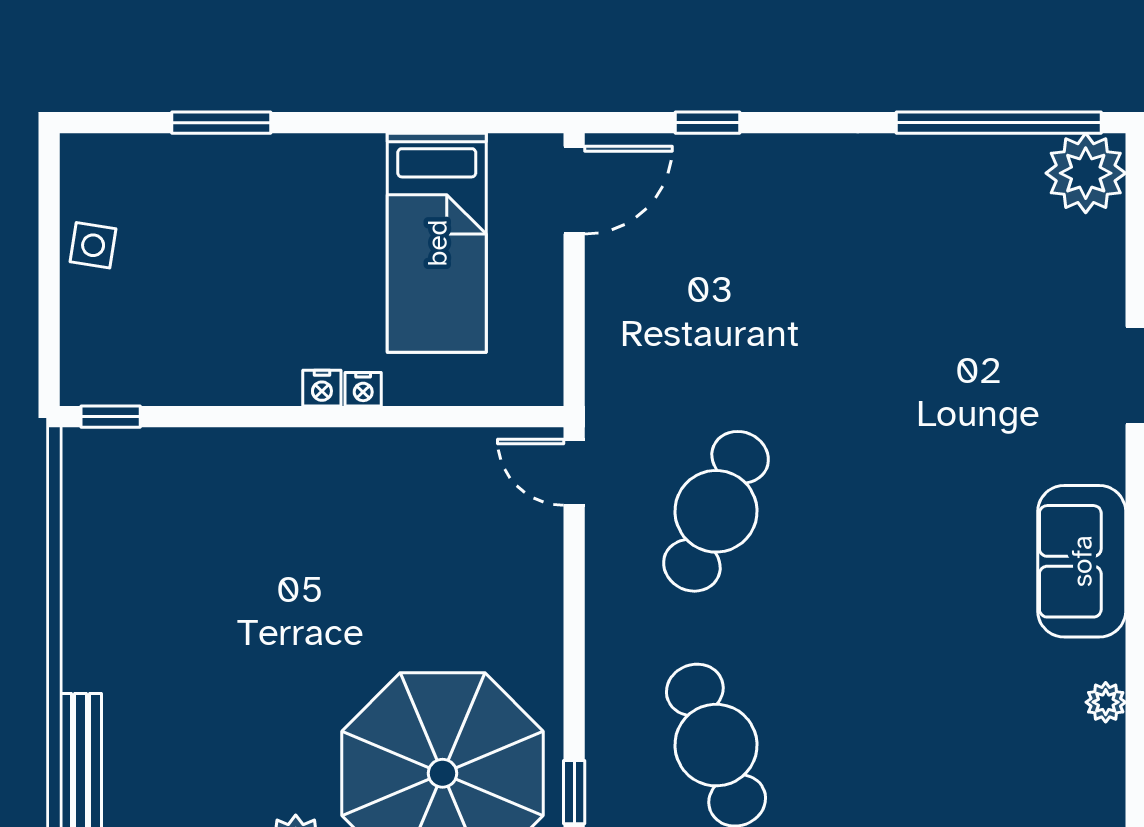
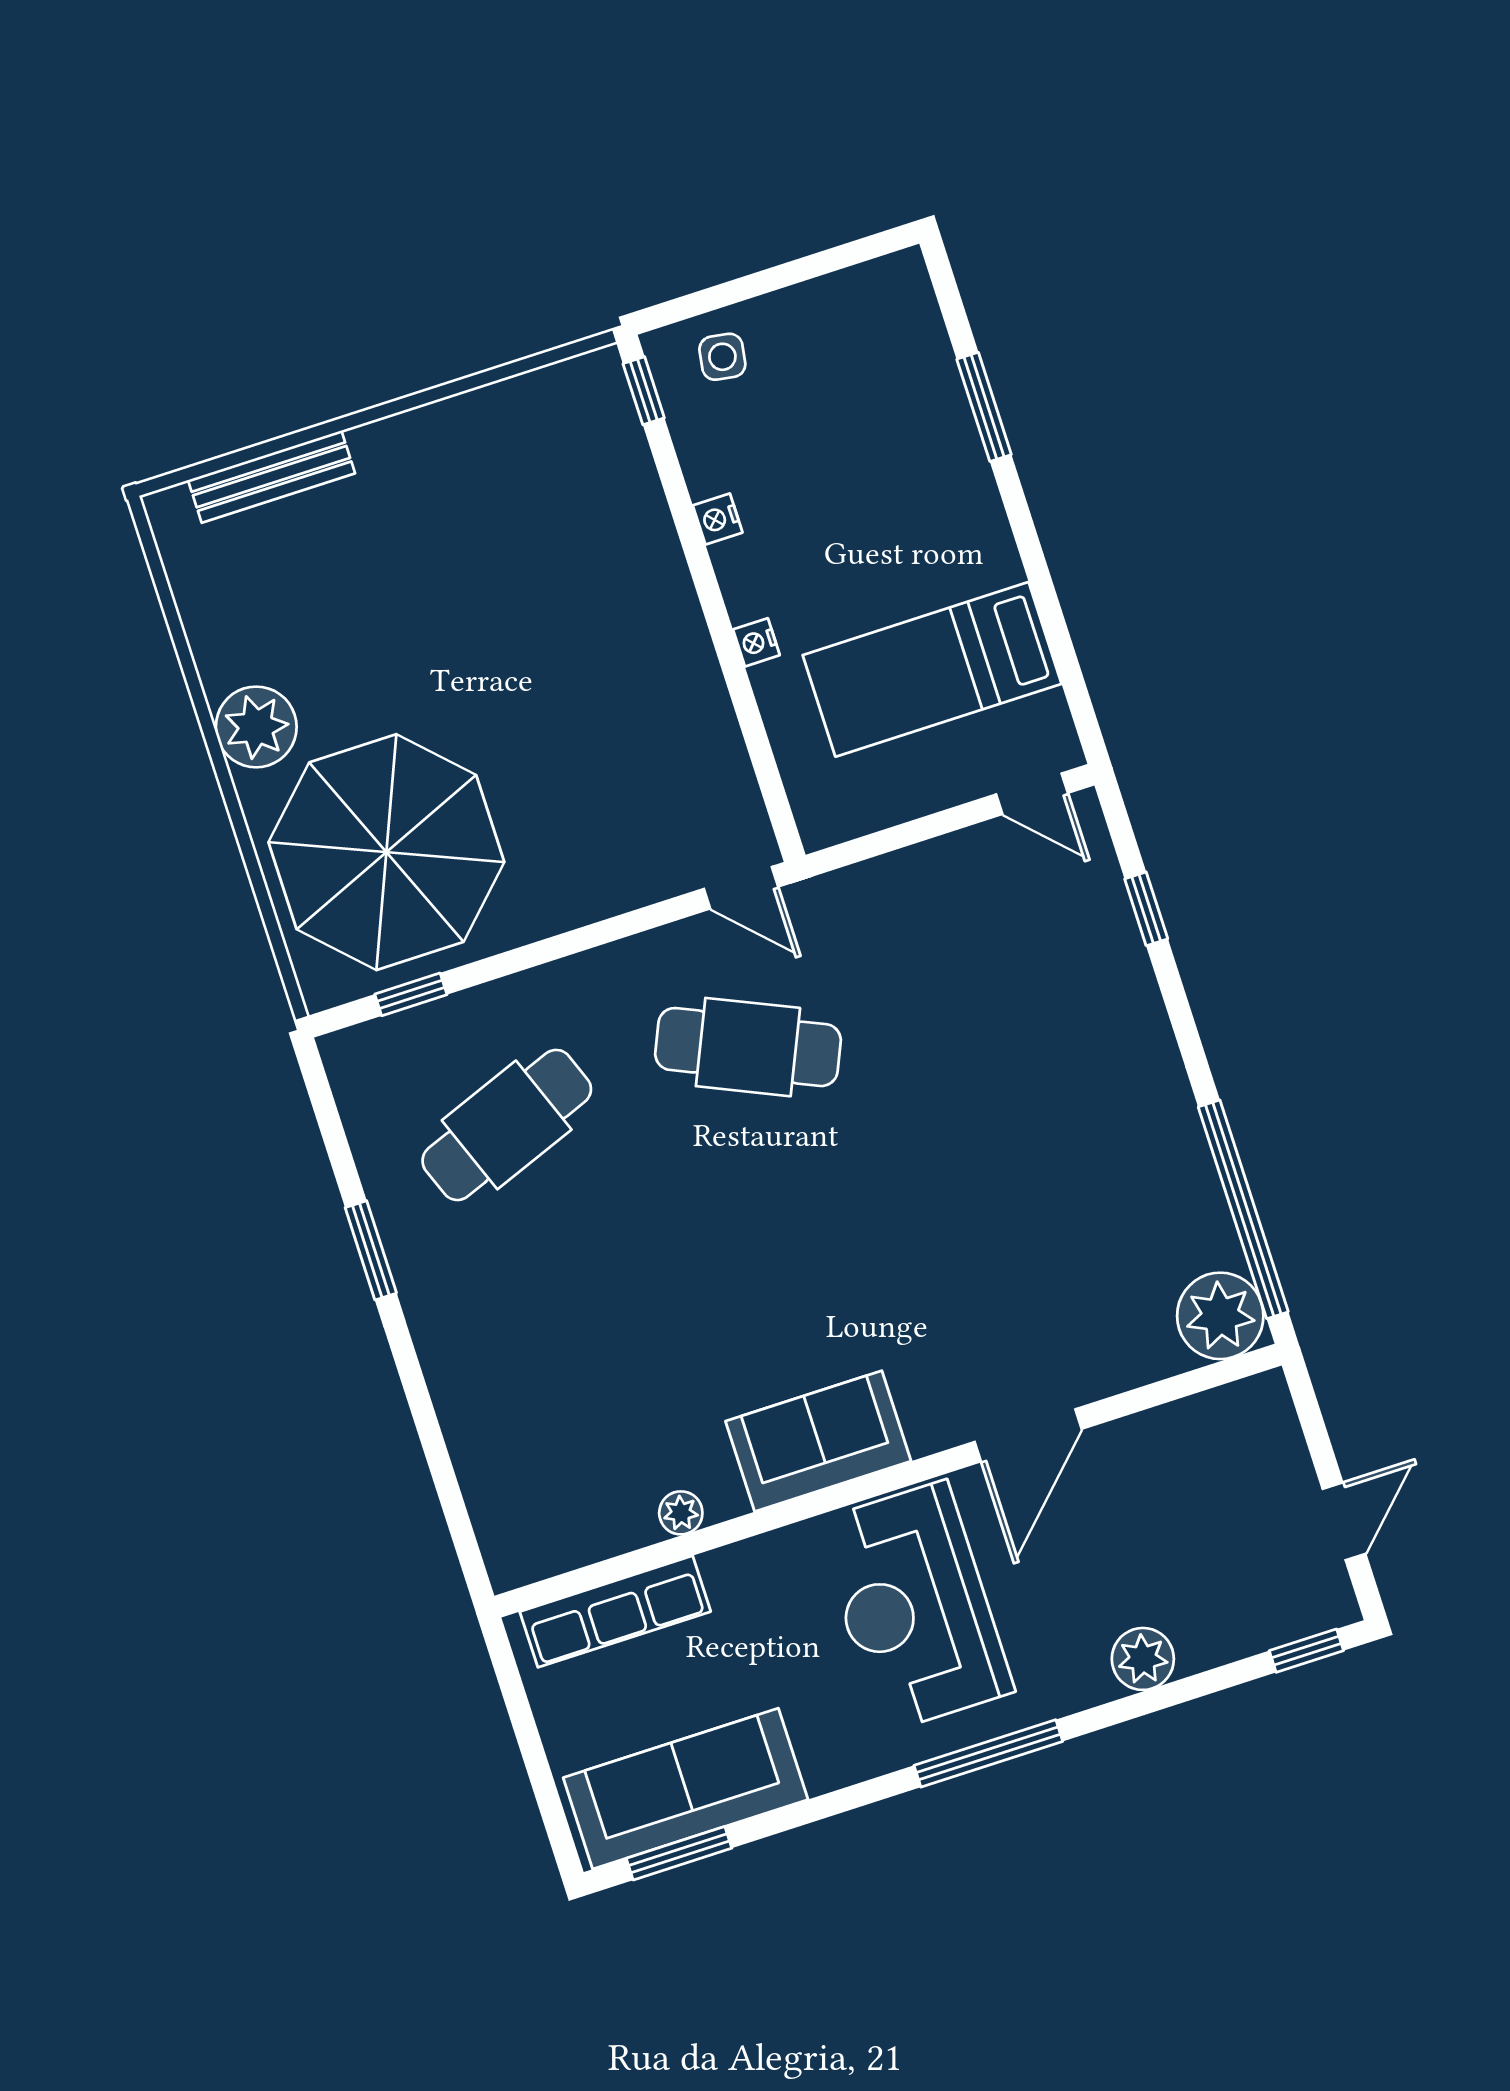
door: (574, 190) -> (1032, 794), width x0.73
side table: (93, 245) -> (722, 357), moved
nightstand: (322, 388) -> (718, 519), moved
door: (574, 472) -> (741, 888), swing flipped

